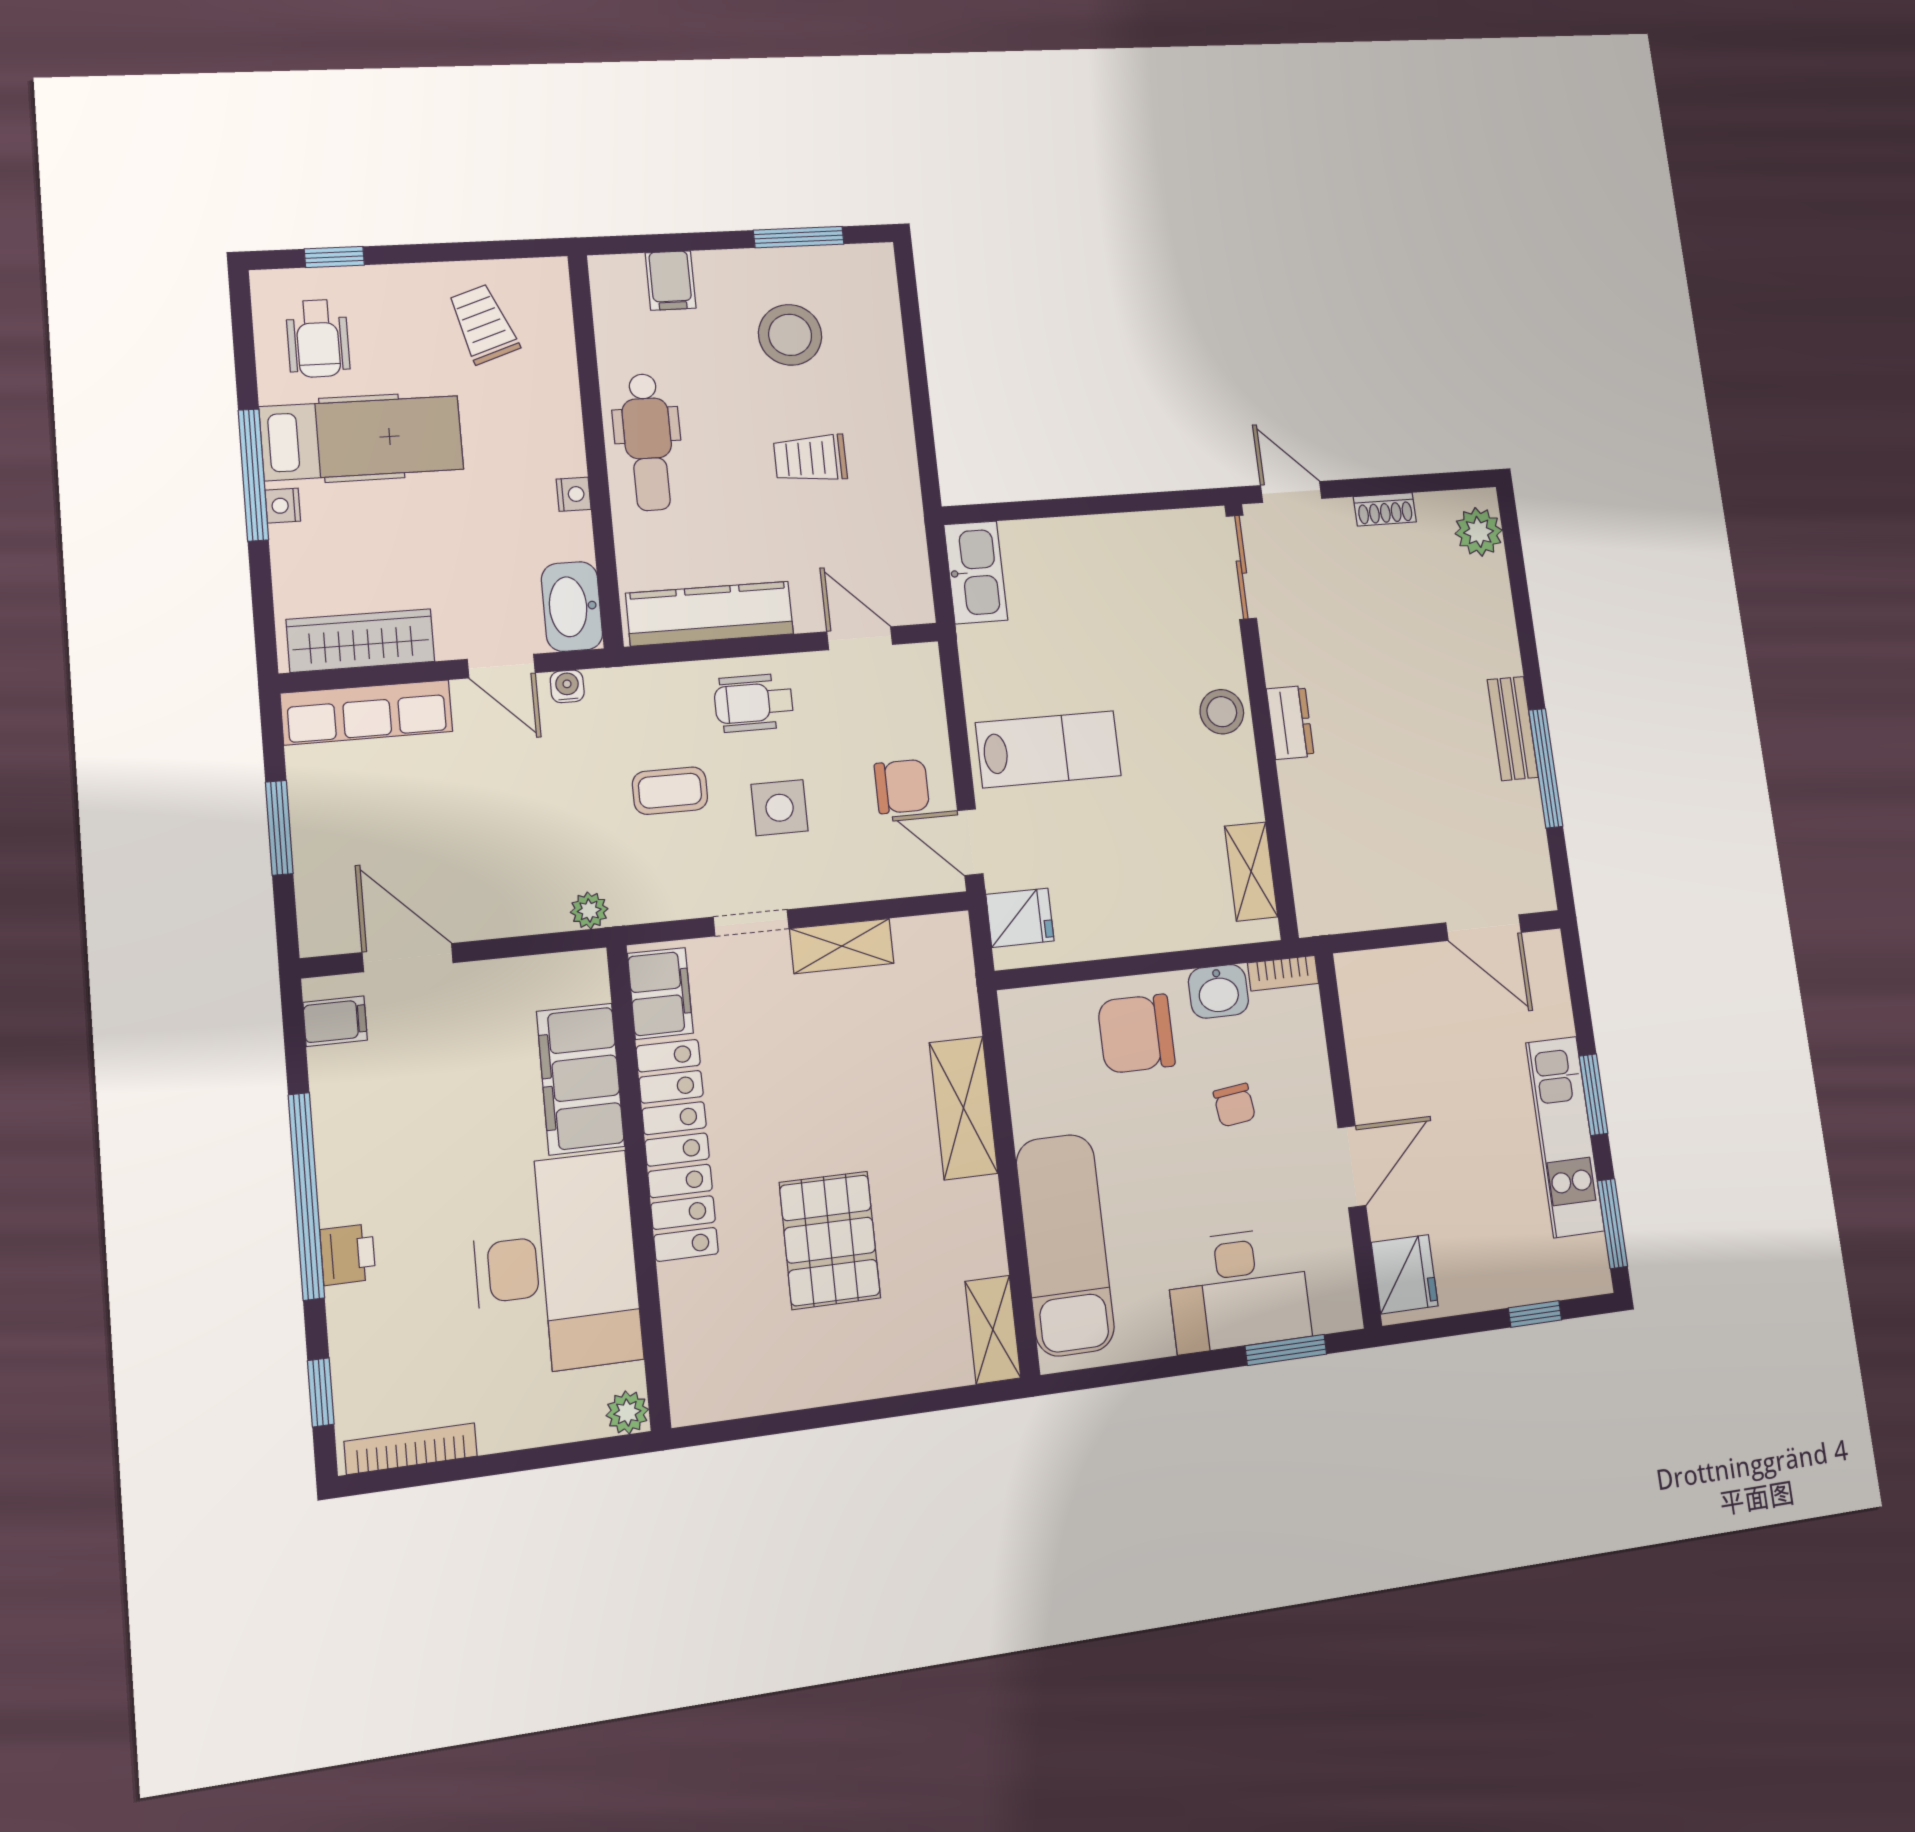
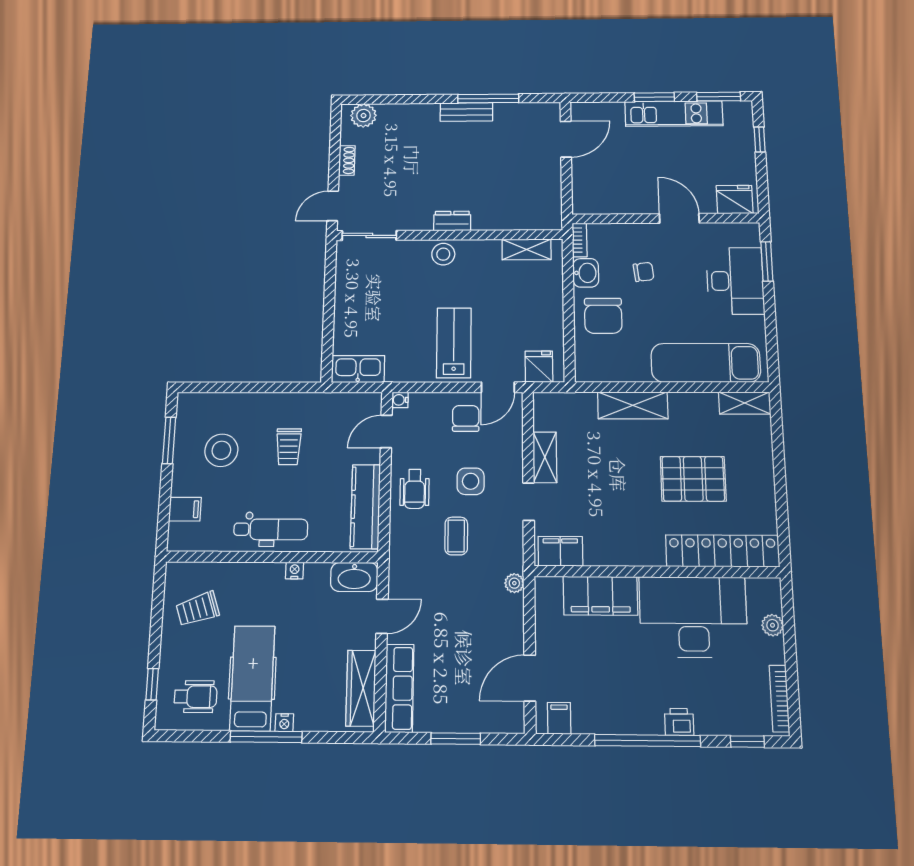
water cooler: (567, 686) -> (400, 400), moved
locker: (677, 1150) -> (723, 551), moved
plant: (627, 1412) -> (773, 625), moved

